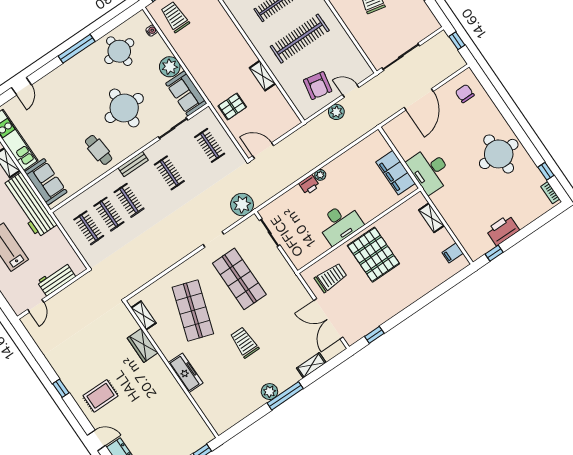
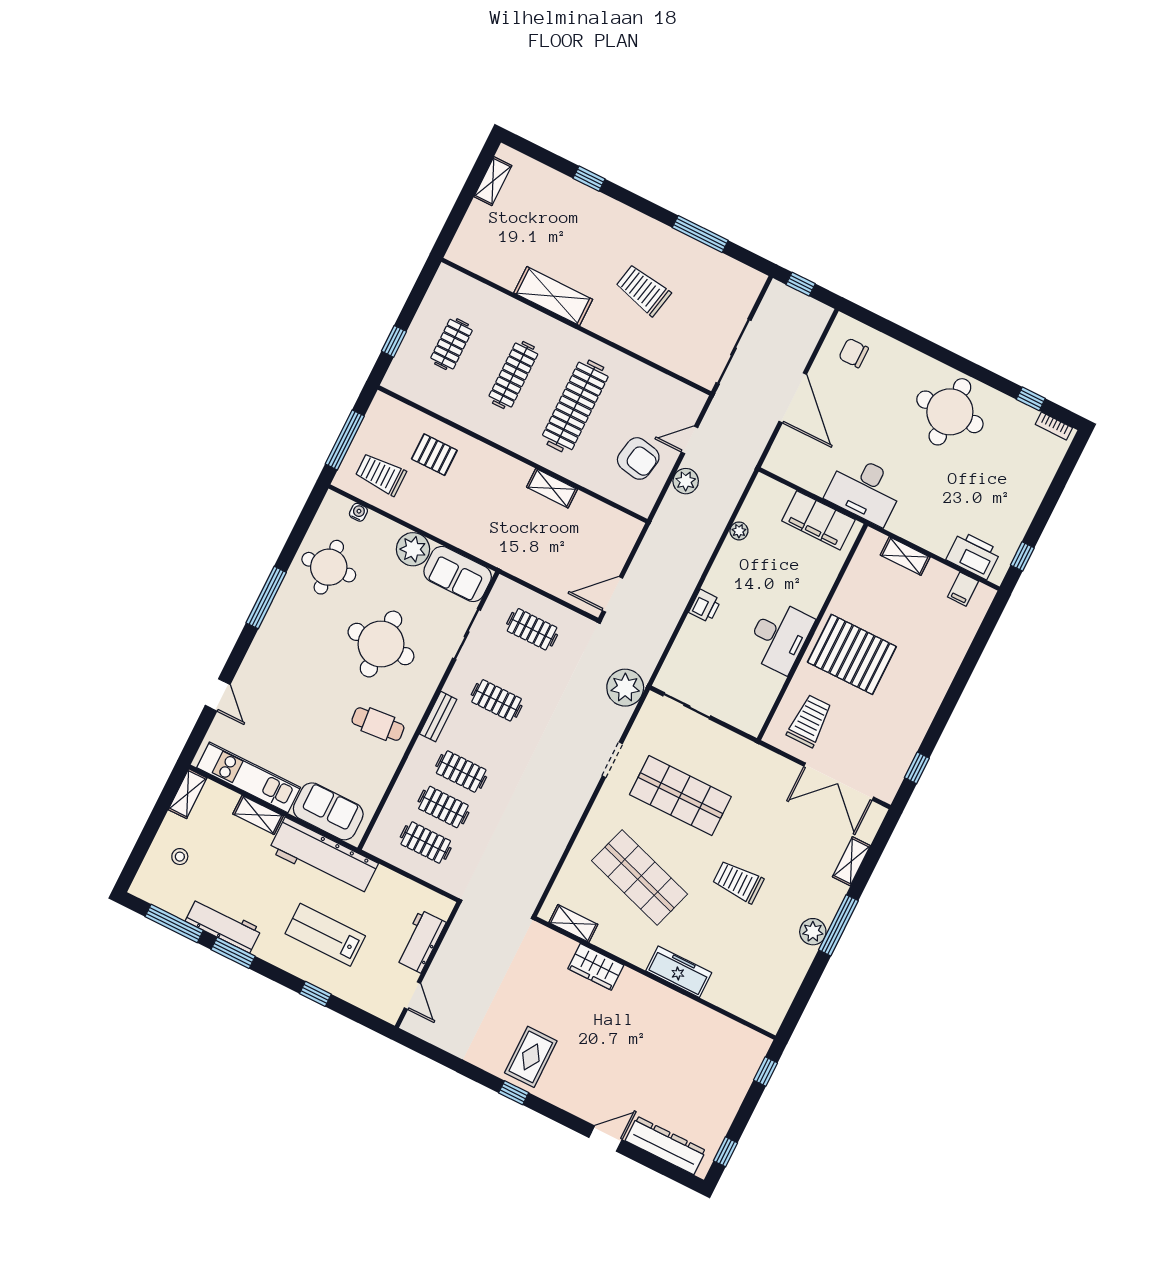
pallet: (232, 106) -> (434, 455), moved, turned 90
plant: (320, 175) -> (739, 531), moved
printer: (503, 230) -> (974, 555), moved, turned 90
rug: (100, 396) -> (531, 1057), moved

